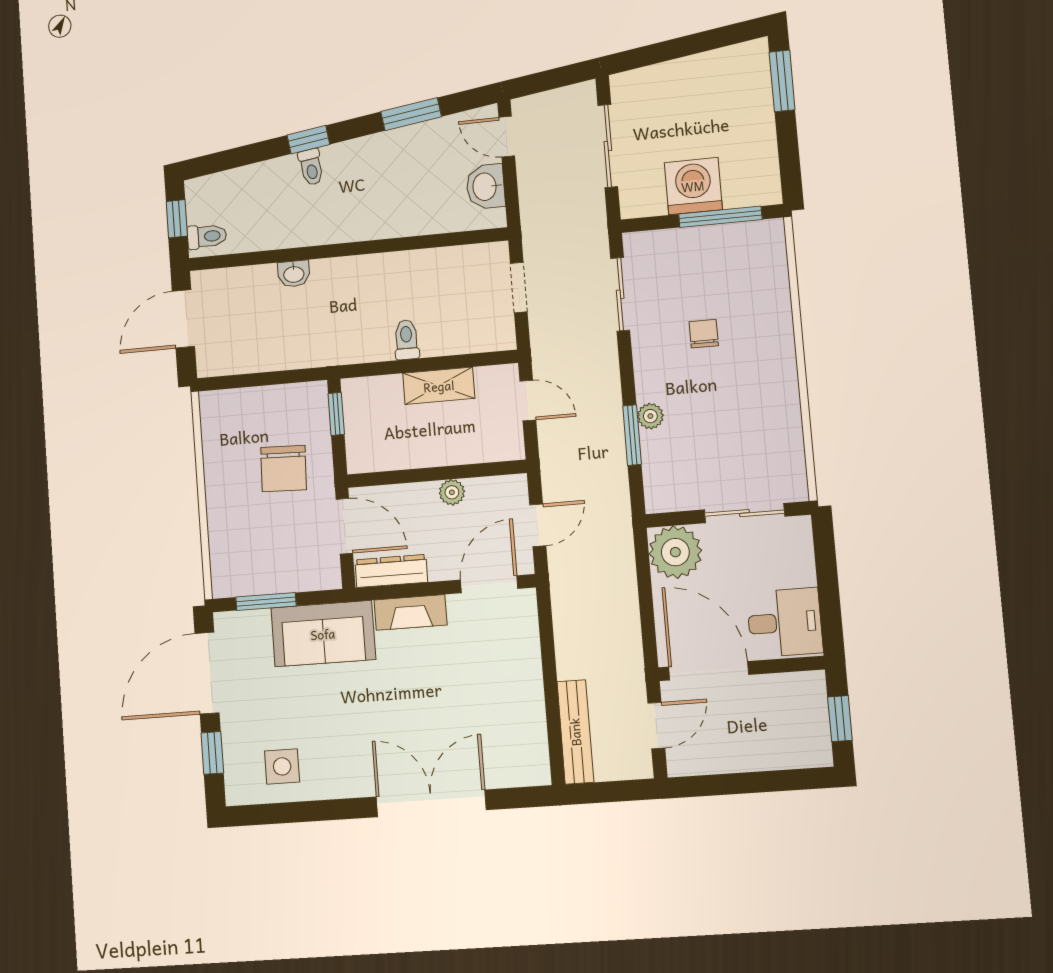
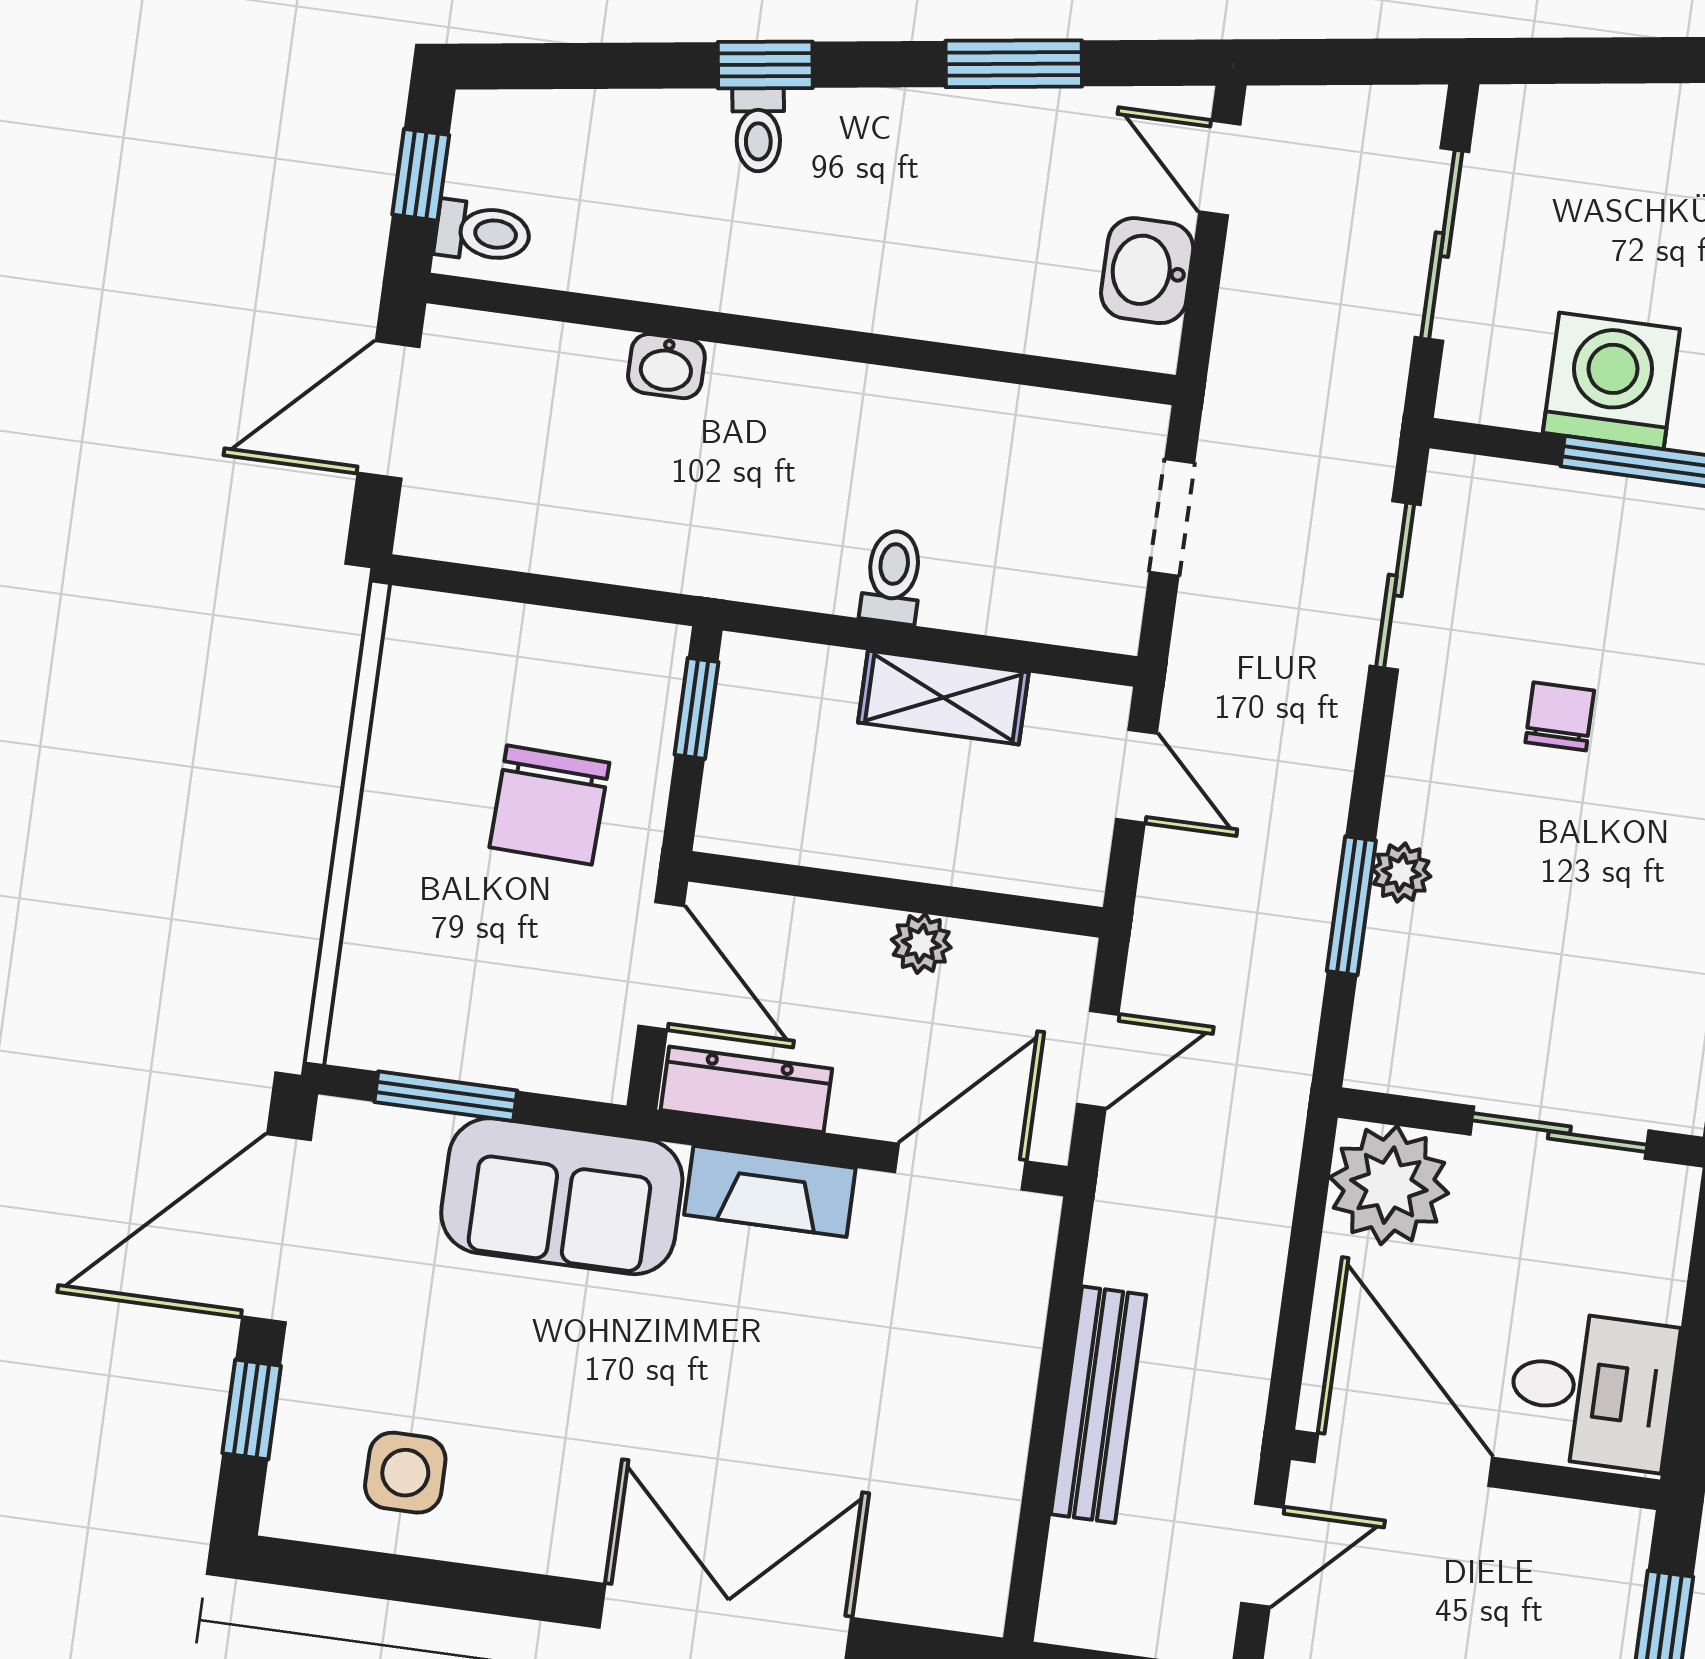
bench: (575, 732) -> (1099, 1405), moved

